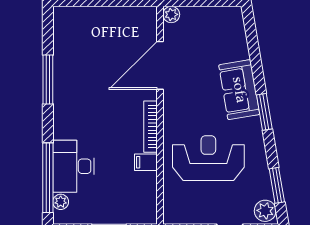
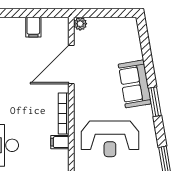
filing cabinet: (113, 19) -> (33, 27), added
reception desk: (208, 158) -> (110, 139), turned 180

